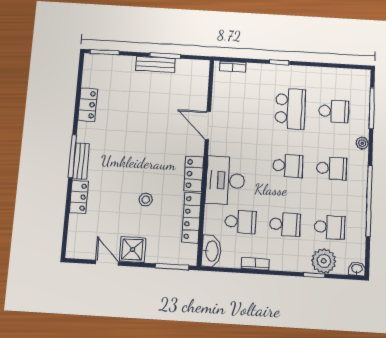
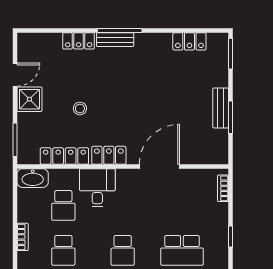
locker: (88, 105) -> (189, 41), moved
door: (208, 125) -> (159, 166), width x1.36
desk: (225, 180) -> (97, 188), width x0.73
bookcase: (255, 264) -> (23, 237), moved

